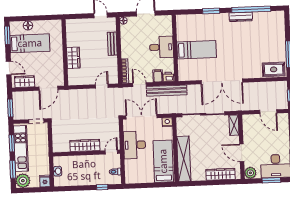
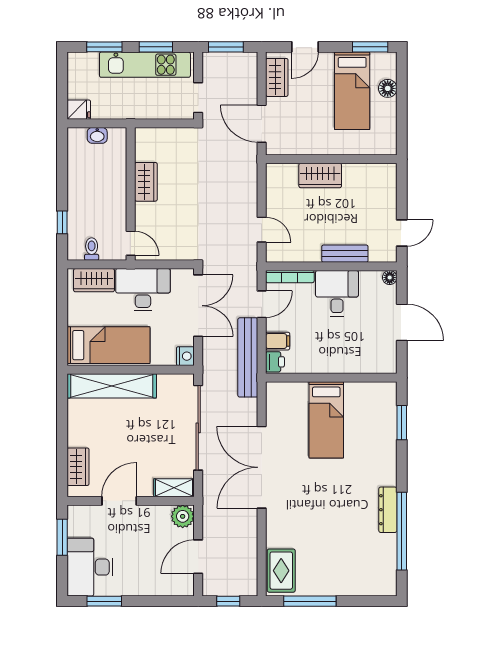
window: (211, 11) -> (402, 423), moved
desk: (161, 47) -> (337, 293), moved, turned 180
wardrobe: (85, 145) -> (146, 182), width x0.67
wardrobe: (131, 170) -> (94, 280), added
plant: (250, 173) -> (183, 516), moved
wardrobe: (221, 174) -> (78, 467), width x0.67
window: (271, 180) -> (62, 537), moved
plant: (23, 181) -> (81, 66), removed

